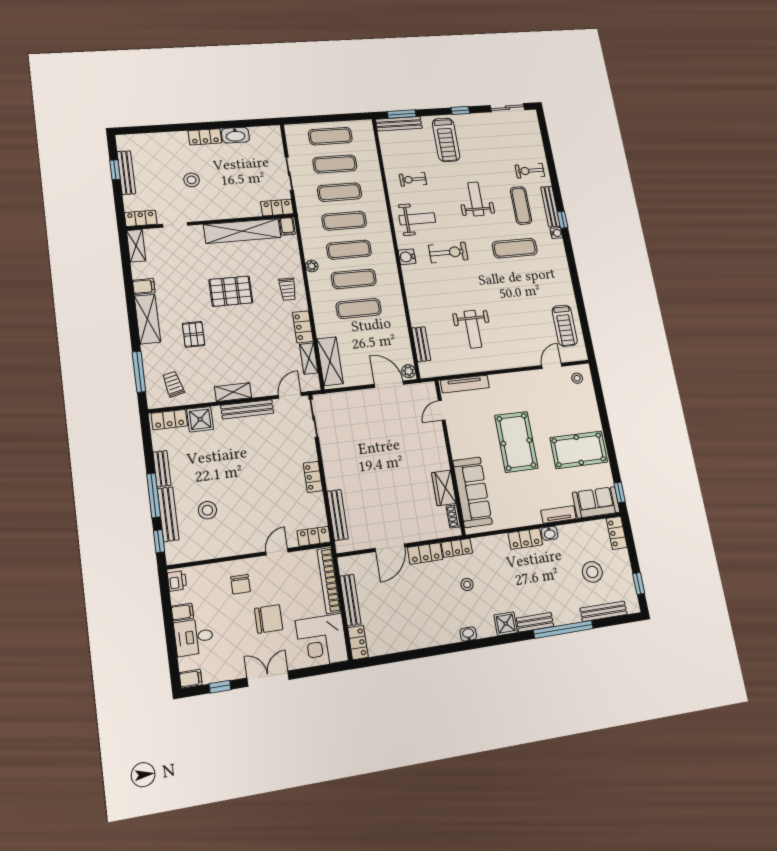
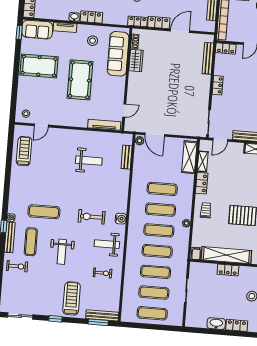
locker: (277, 208) -> (228, 270), moved
weight bench: (473, 329) -> (89, 161), turned 90
stool: (514, 504) -> (93, 41), added

